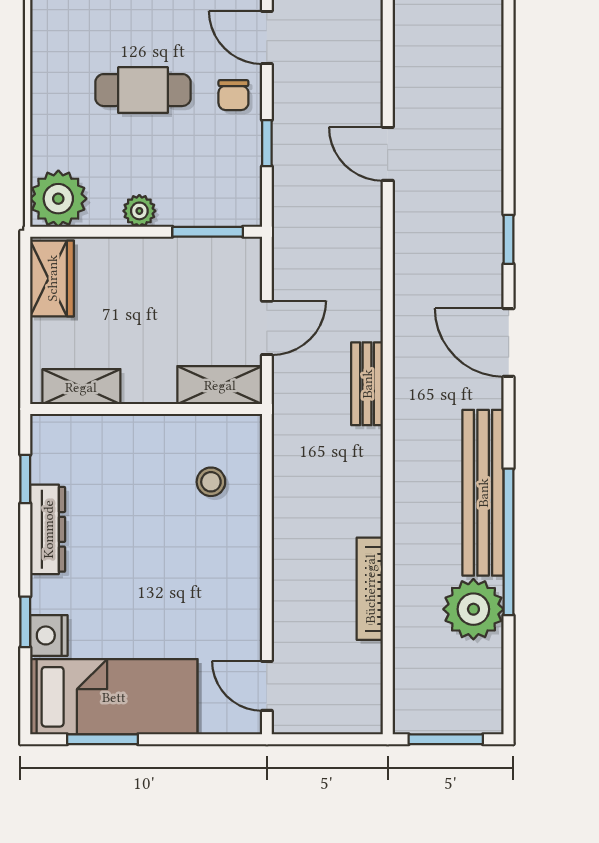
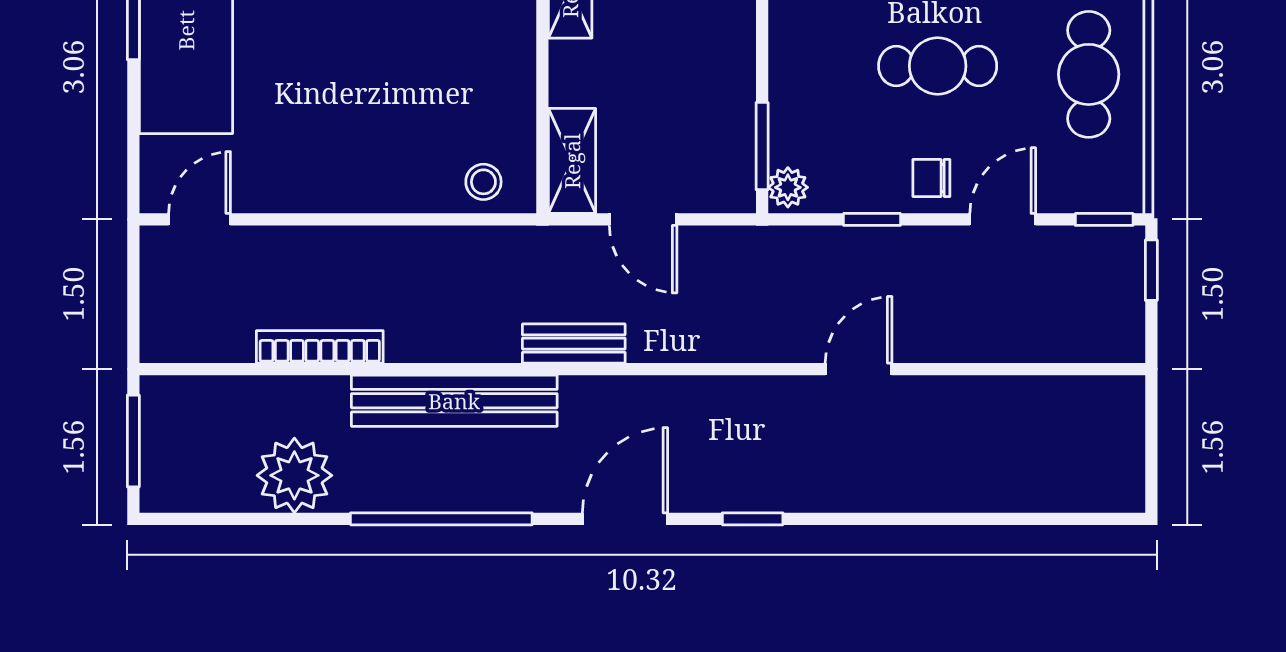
cafe table: (143, 90) -> (938, 66), turned 90
plant: (139, 211) -> (788, 187), moved
stool: (211, 482) -> (483, 182), moved
bench: (483, 493) -> (454, 401), moved
window: (509, 542) -> (441, 519), moved

